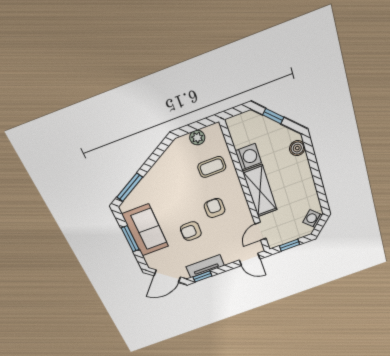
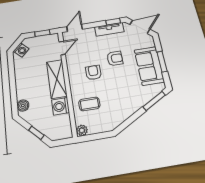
plant: (197, 138) -> (82, 130), moved
armchair: (215, 208) -> (93, 73), turned 180
door: (250, 259) -> (75, 28), hinge flipped

